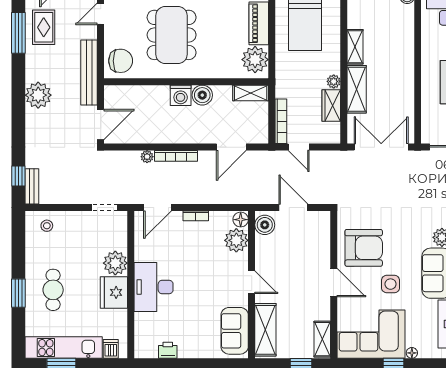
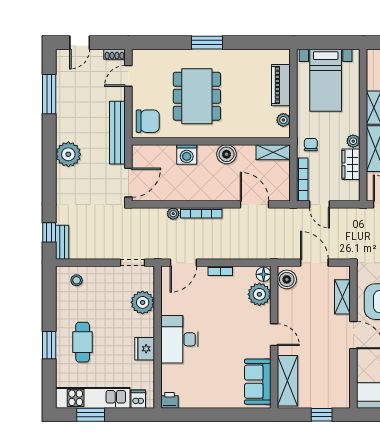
rug: (44, 27) -> (74, 89), removed
plant: (255, 60) -> (283, 120), width x0.53, depth x0.53
chair: (290, 85) -> (311, 145), added
washing machine: (181, 95) -> (187, 154), moved
door: (231, 147) -> (255, 204), swing flipped
plant: (115, 263) -> (143, 302), moved
fridge: (114, 292) -> (145, 349), width x0.73, depth x0.75
shelving: (322, 339) -> (342, 297), moved
printer: (168, 350) -> (169, 400), moved

